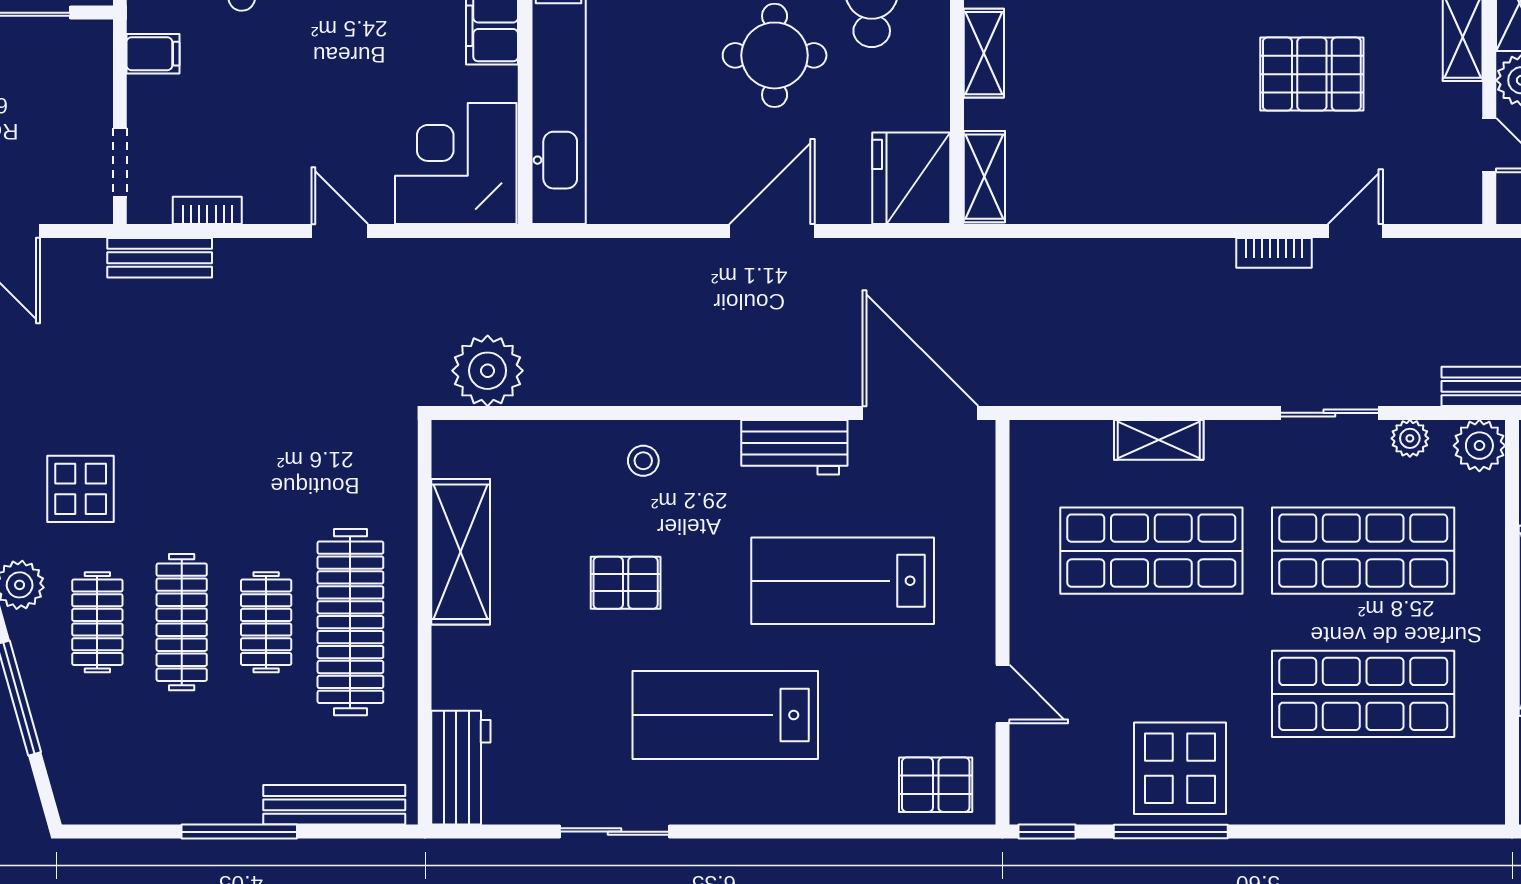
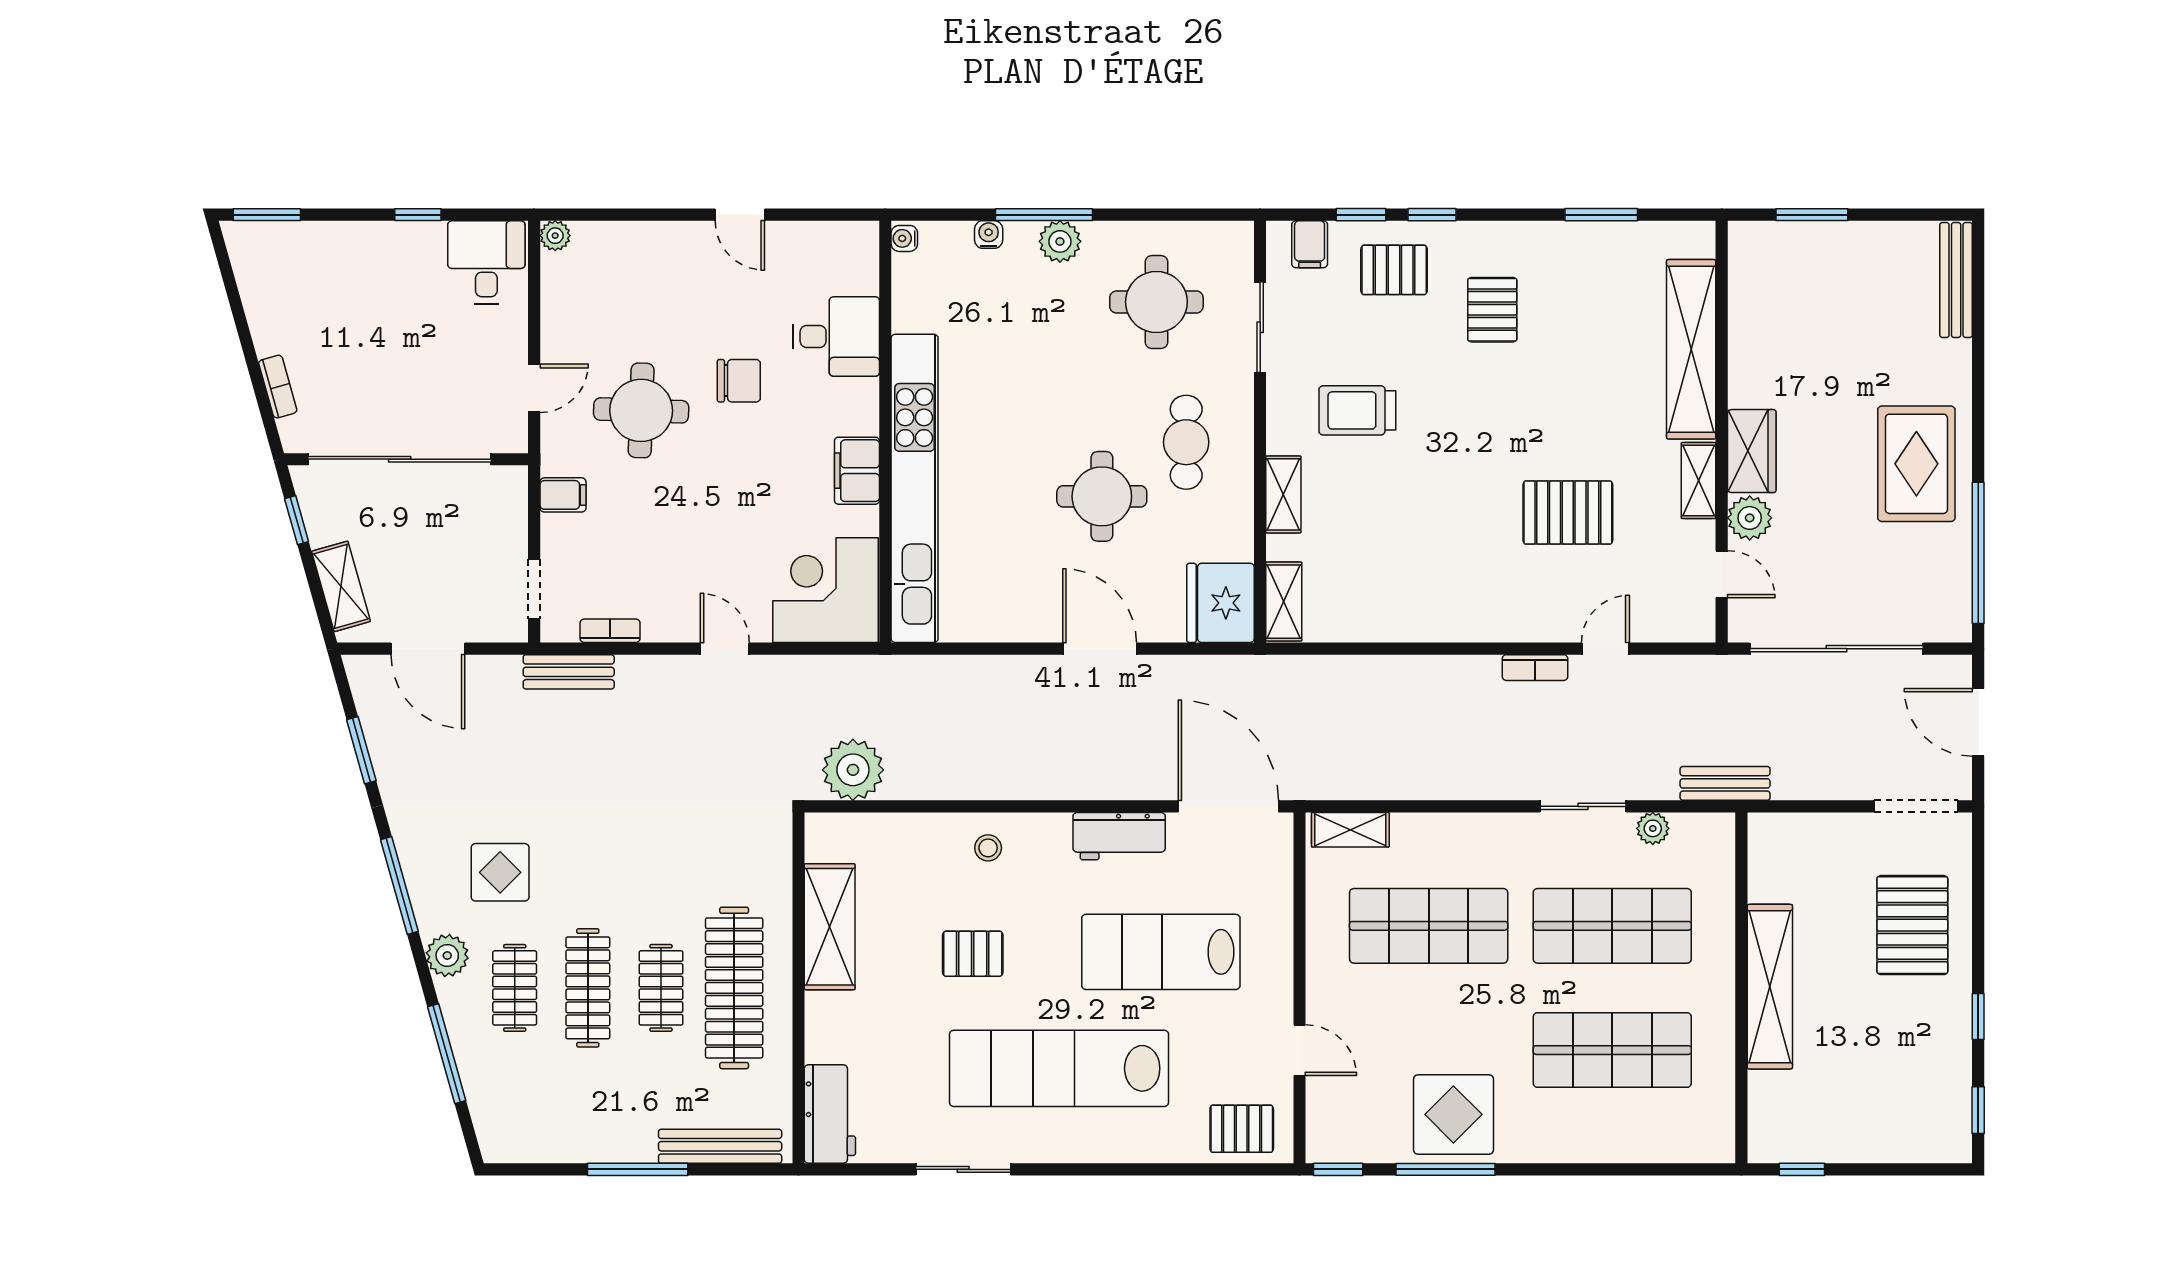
door: (772, 231) -> (1100, 649), hinge flipped
shelving: (1159, 440) -> (1350, 830), moved
plant: (1479, 446) -> (1713, 835), removed
lab bench: (725, 715) -> (1059, 1068), width x1.36

